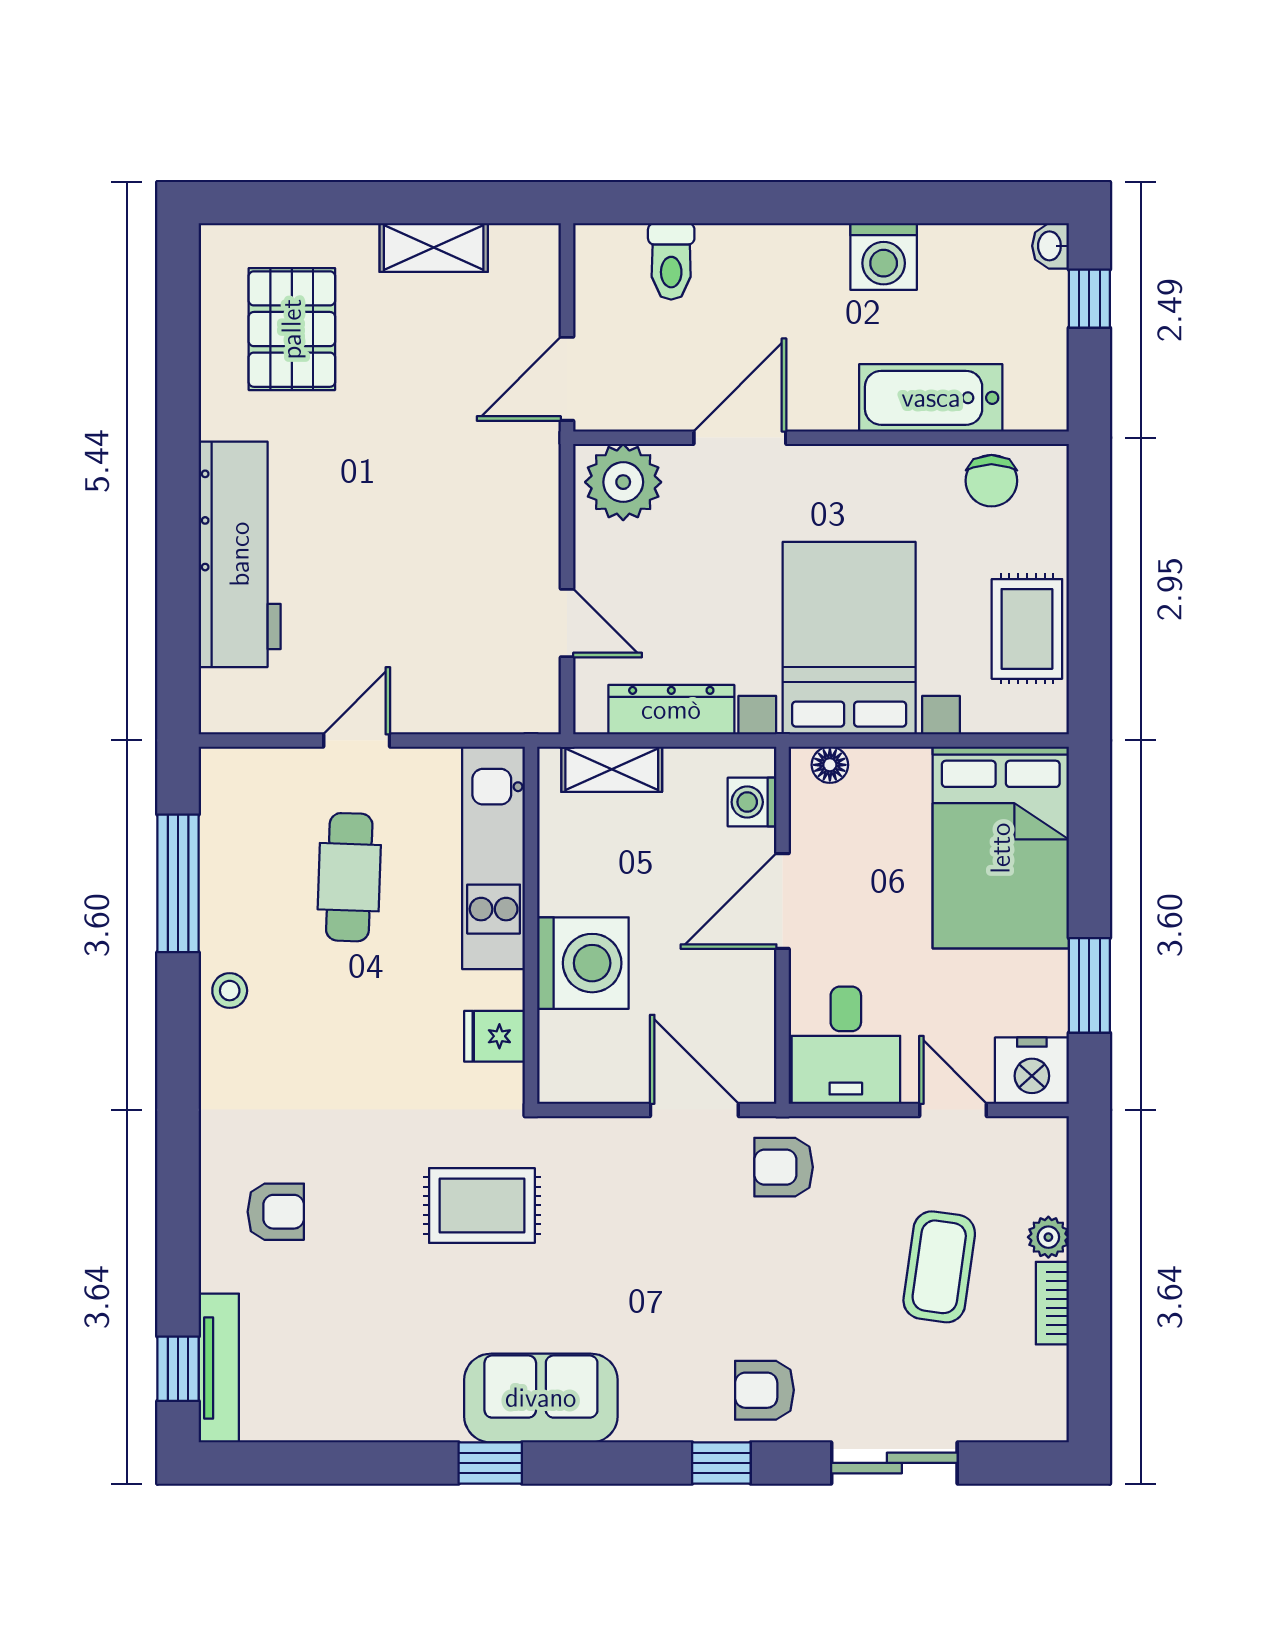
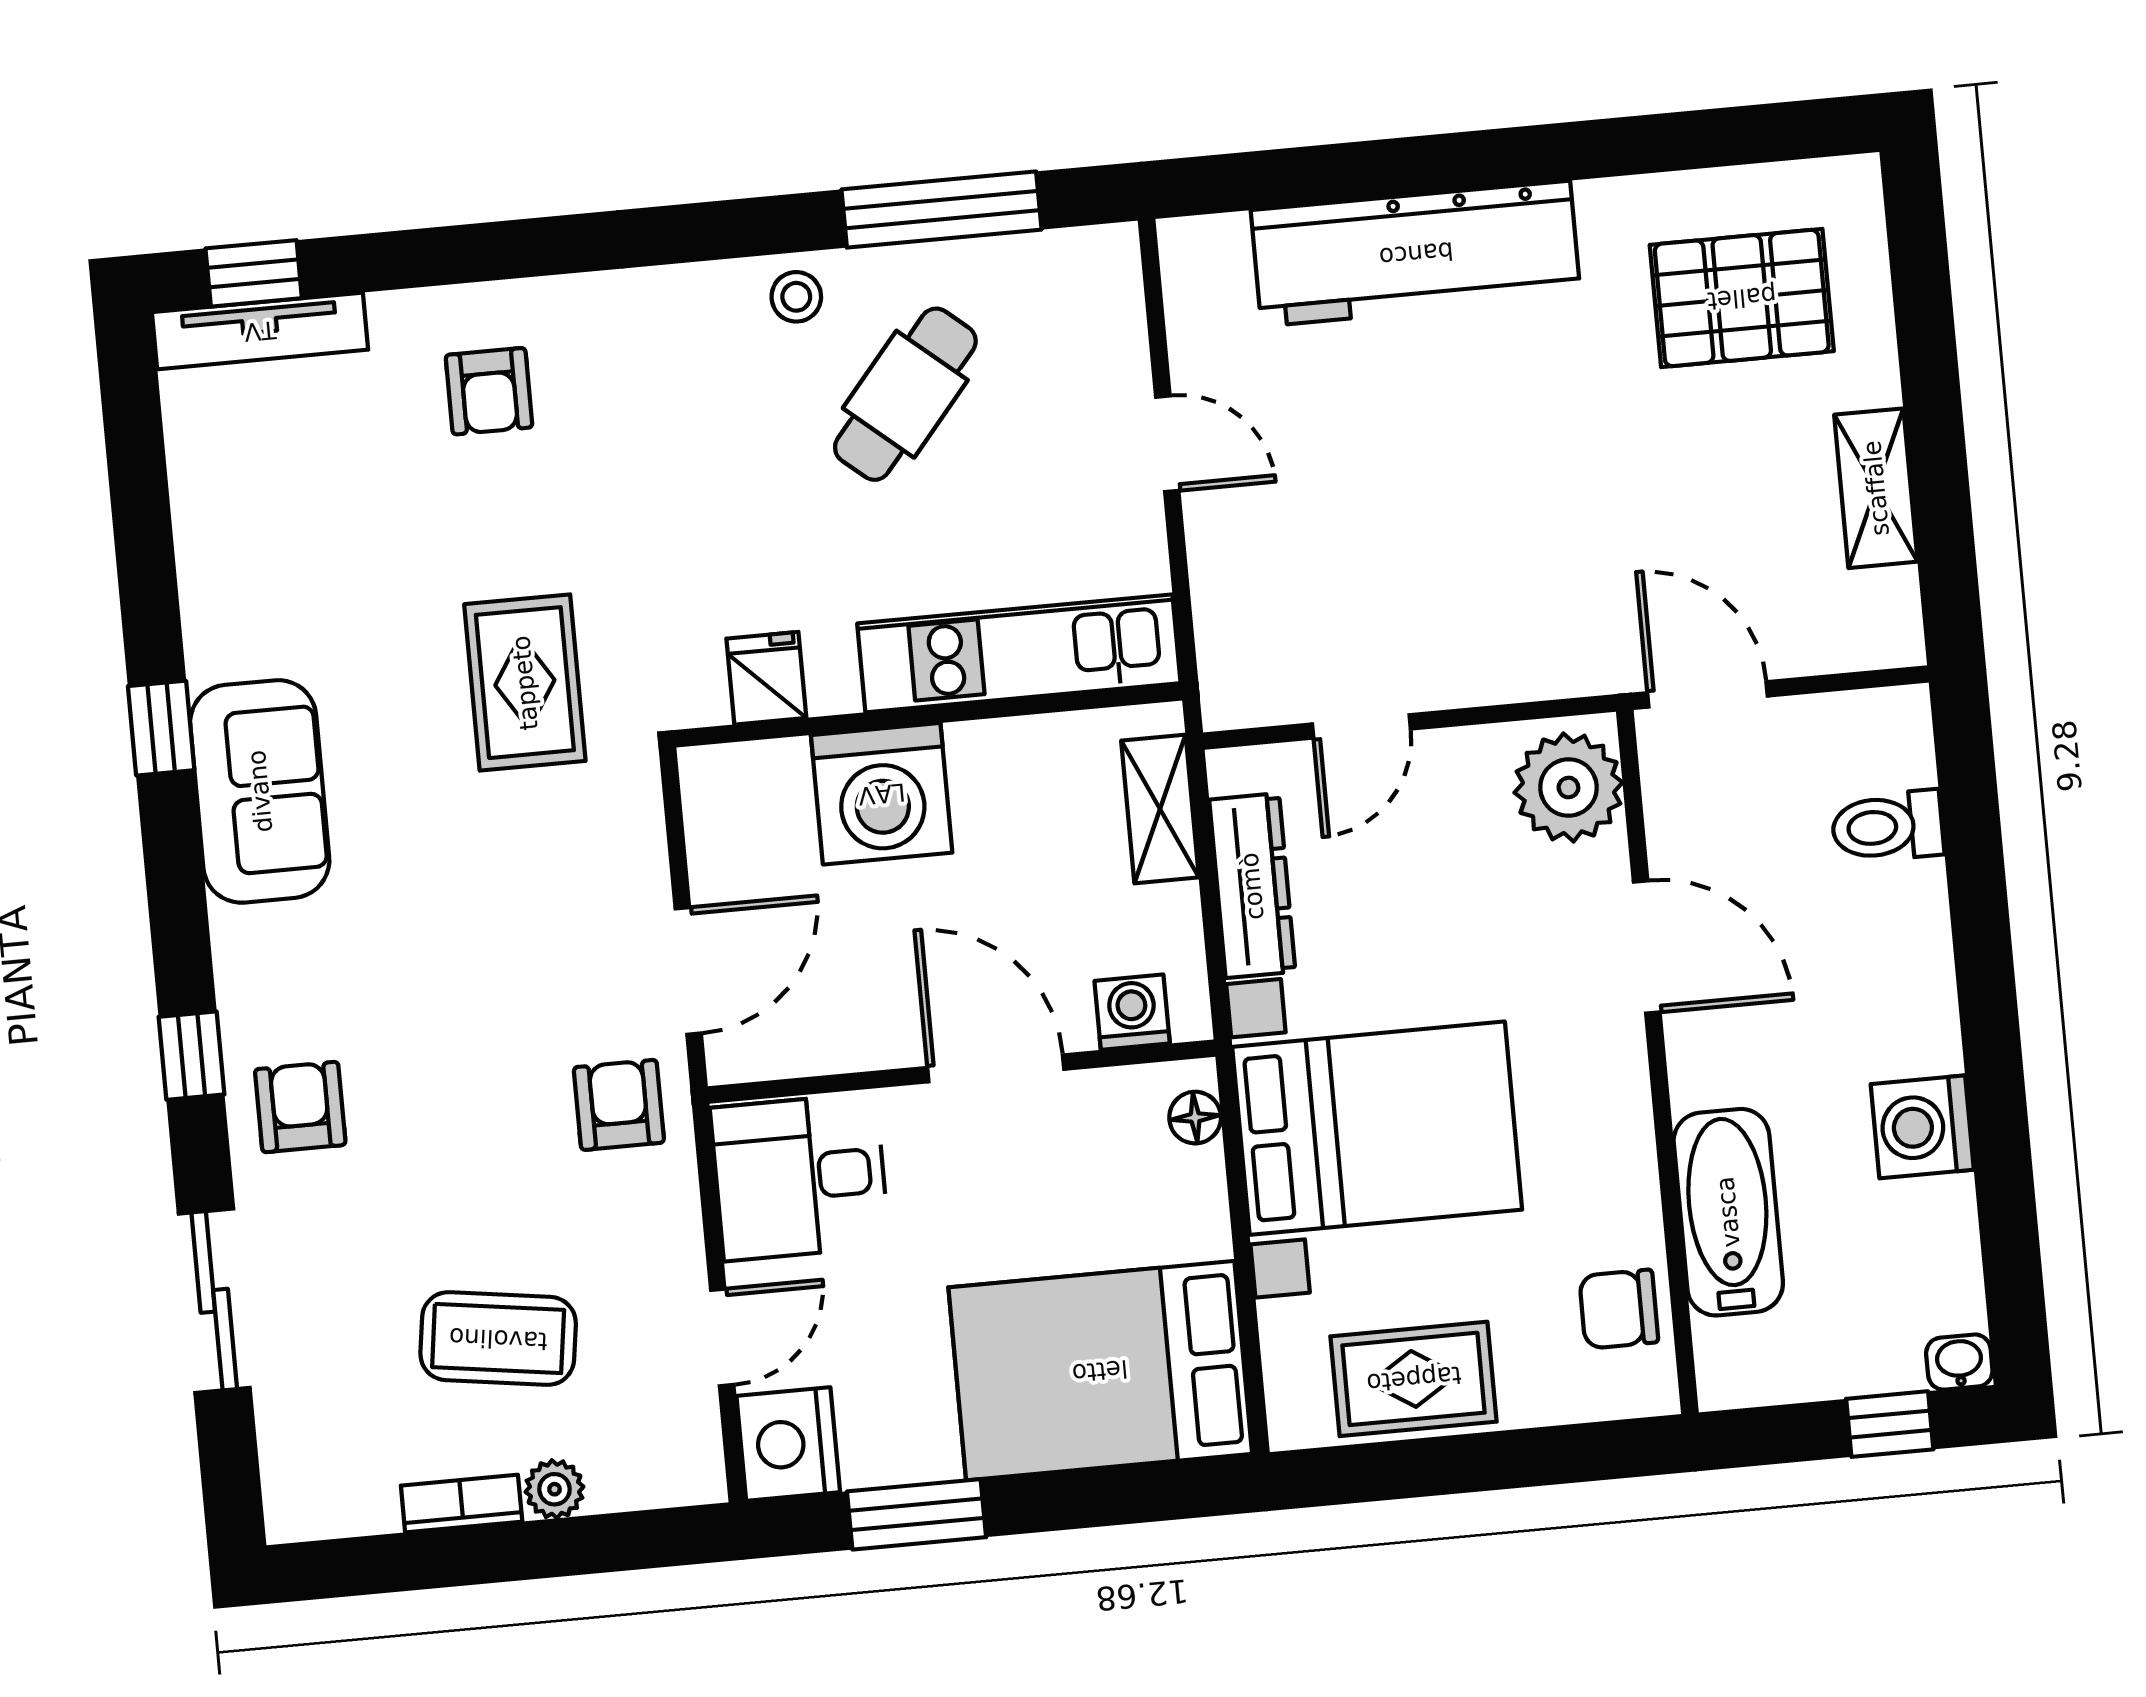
cafe table: (349, 877) -> (905, 394), moved, turned -52

